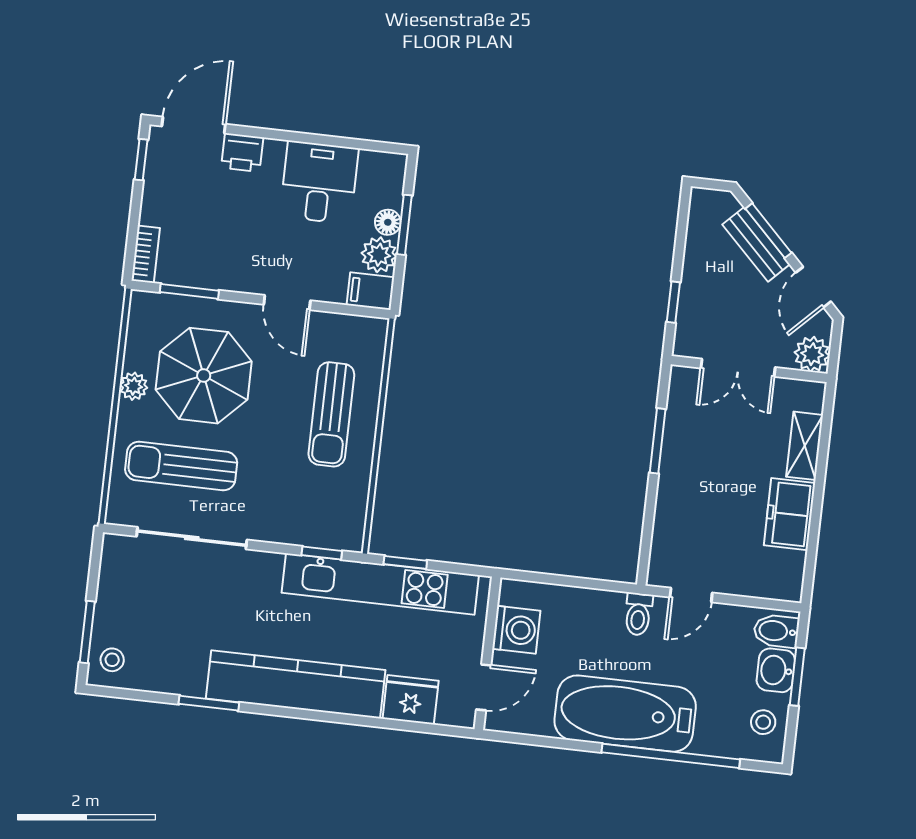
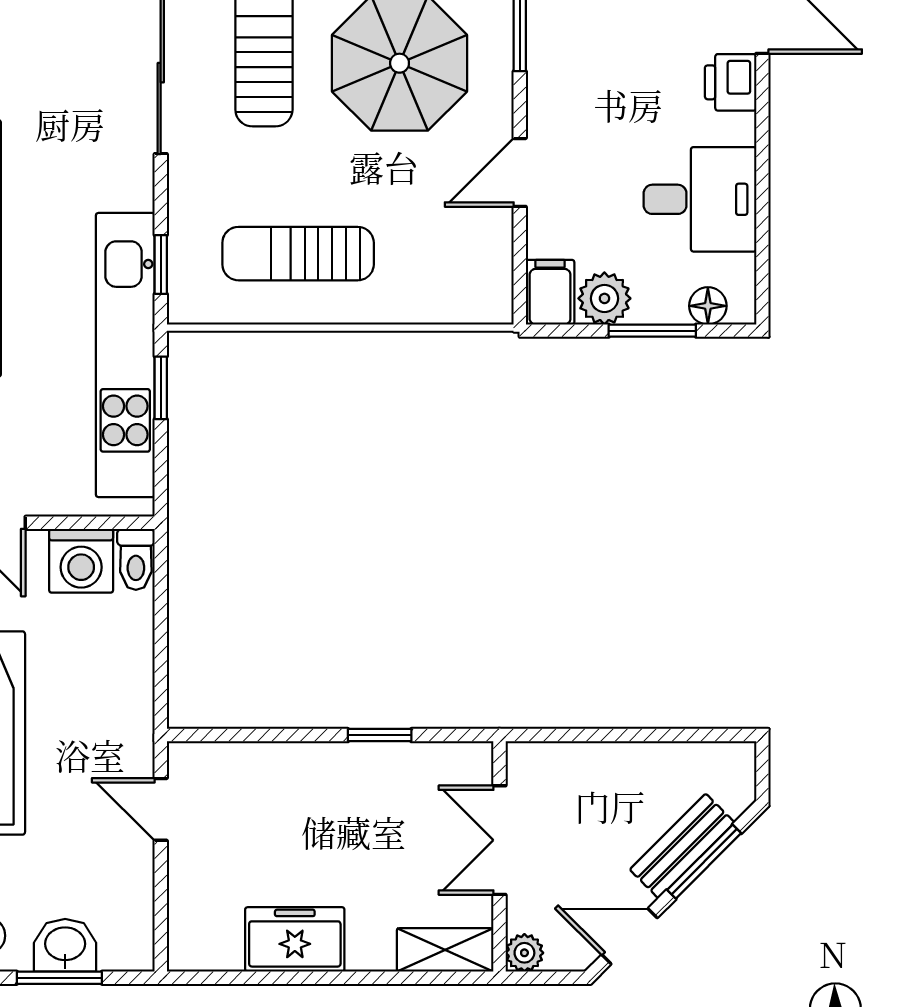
floor lamp: (388, 222) -> (708, 306), moved
window: (673, 302) -> (584, 735), removed
plant: (812, 354) -> (524, 953), width x0.73, depth x0.73
sun lounger: (331, 414) -> (298, 254), moved
window: (658, 441) -> (380, 735), width x0.67
shelving: (805, 446) -> (445, 950), moved
toilet: (638, 614) -> (136, 559), moved, turned -90
bidet: (776, 631) -> (123, 940), removed

